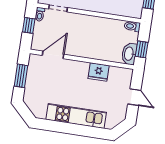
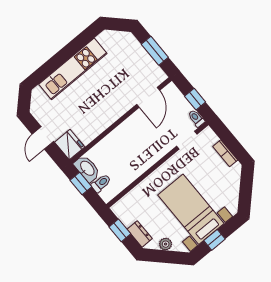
toilet: (132, 26) -> (101, 183), moved
fridge: (99, 72) -> (70, 145), moved, turned 90
door: (134, 97) -> (43, 138), hinge flipped

